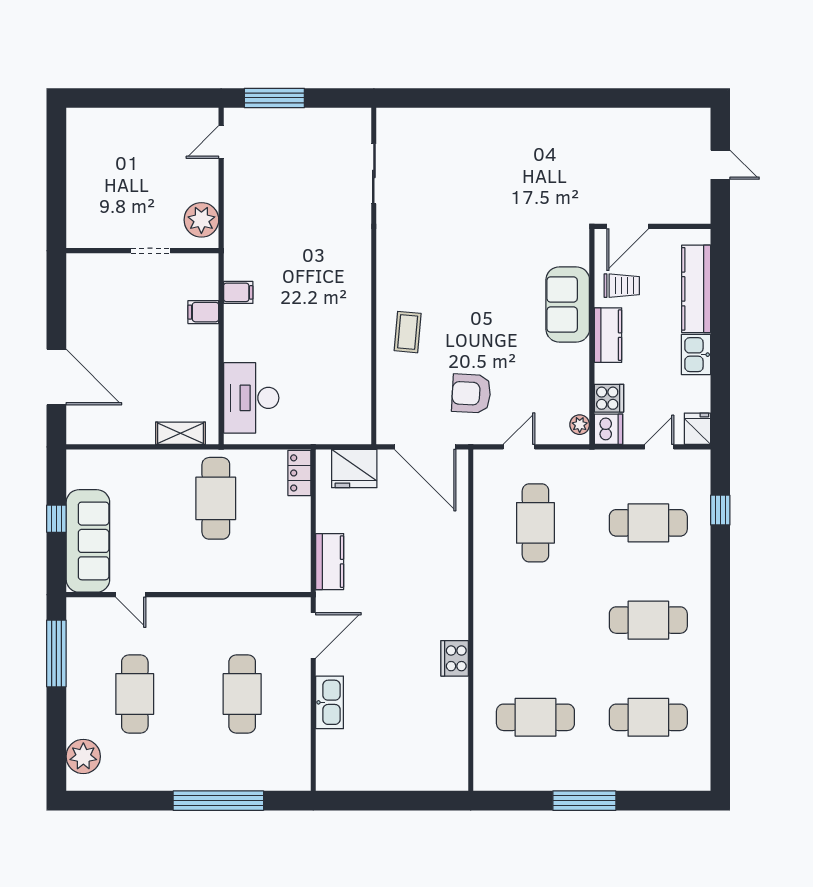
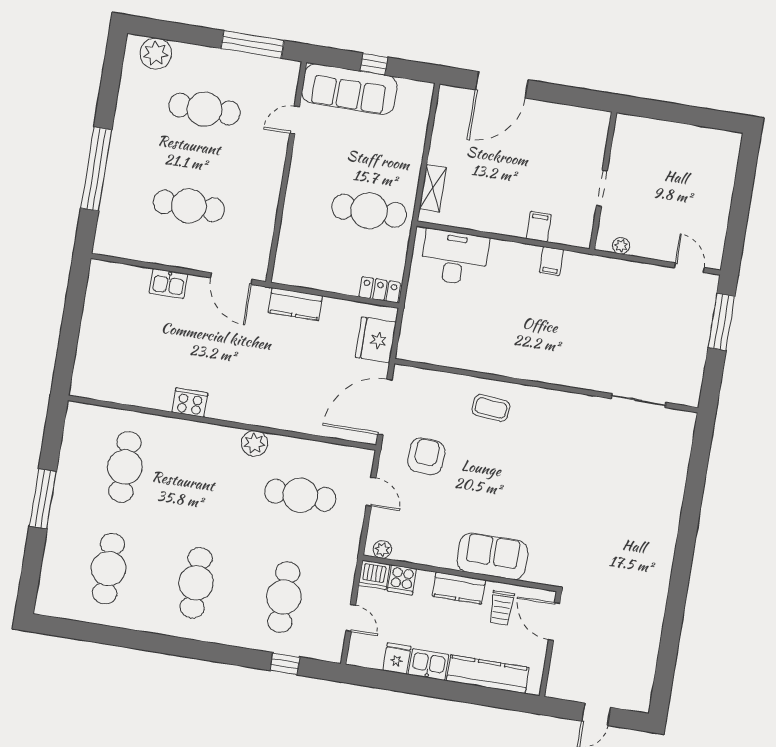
plant: (201, 220) -> (621, 246), width x0.53, depth x0.53
fridge: (697, 429) -> (397, 658), moved, turned -90
plant: (487, 581) -> (254, 443), added
kitchen sink: (330, 702) -> (169, 283), width x0.73

